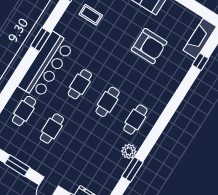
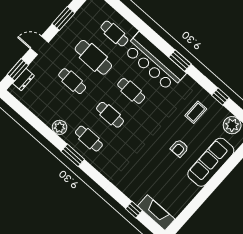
armchair: (149, 46) -> (179, 148), moved, width x0.53, depth x0.53
cafe table: (52, 128) -> (93, 57), width x1.37, depth x1.35
cafe table: (80, 146) -> (72, 81), added
window: (132, 169) -> (73, 155), moved

